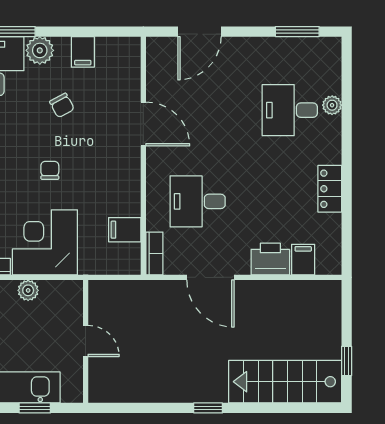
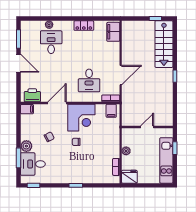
door: (199, 32) -> (18, 63), moved
filing cabinet: (83, 52) -> (27, 109), moved
desk: (290, 110) -> (51, 42), turned 180
filing cabinet: (125, 230) -> (111, 111), moved
corner desk: (45, 242) -> (81, 118), moved, turned -90
printer: (270, 259) -> (32, 95), moved, turned 90
filing cabinet: (303, 260) -> (113, 32), width x2.00

